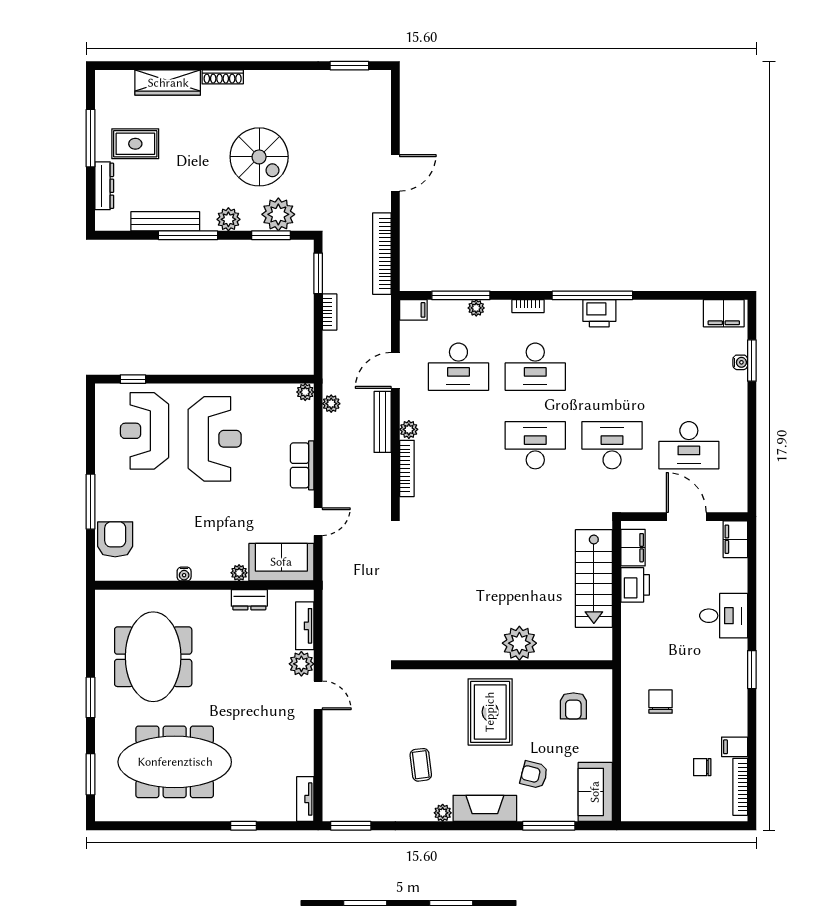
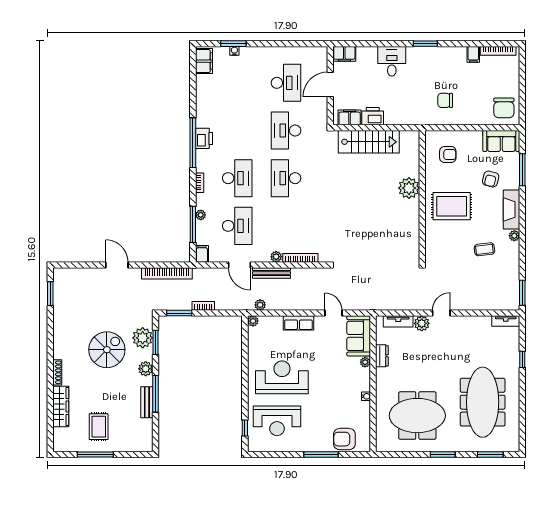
dresser: (104, 186) -> (125, 446), removed
bench: (165, 221) -> (147, 402), width x0.73
chair: (702, 767) -> (504, 108), moved, width x1.87, depth x1.87

